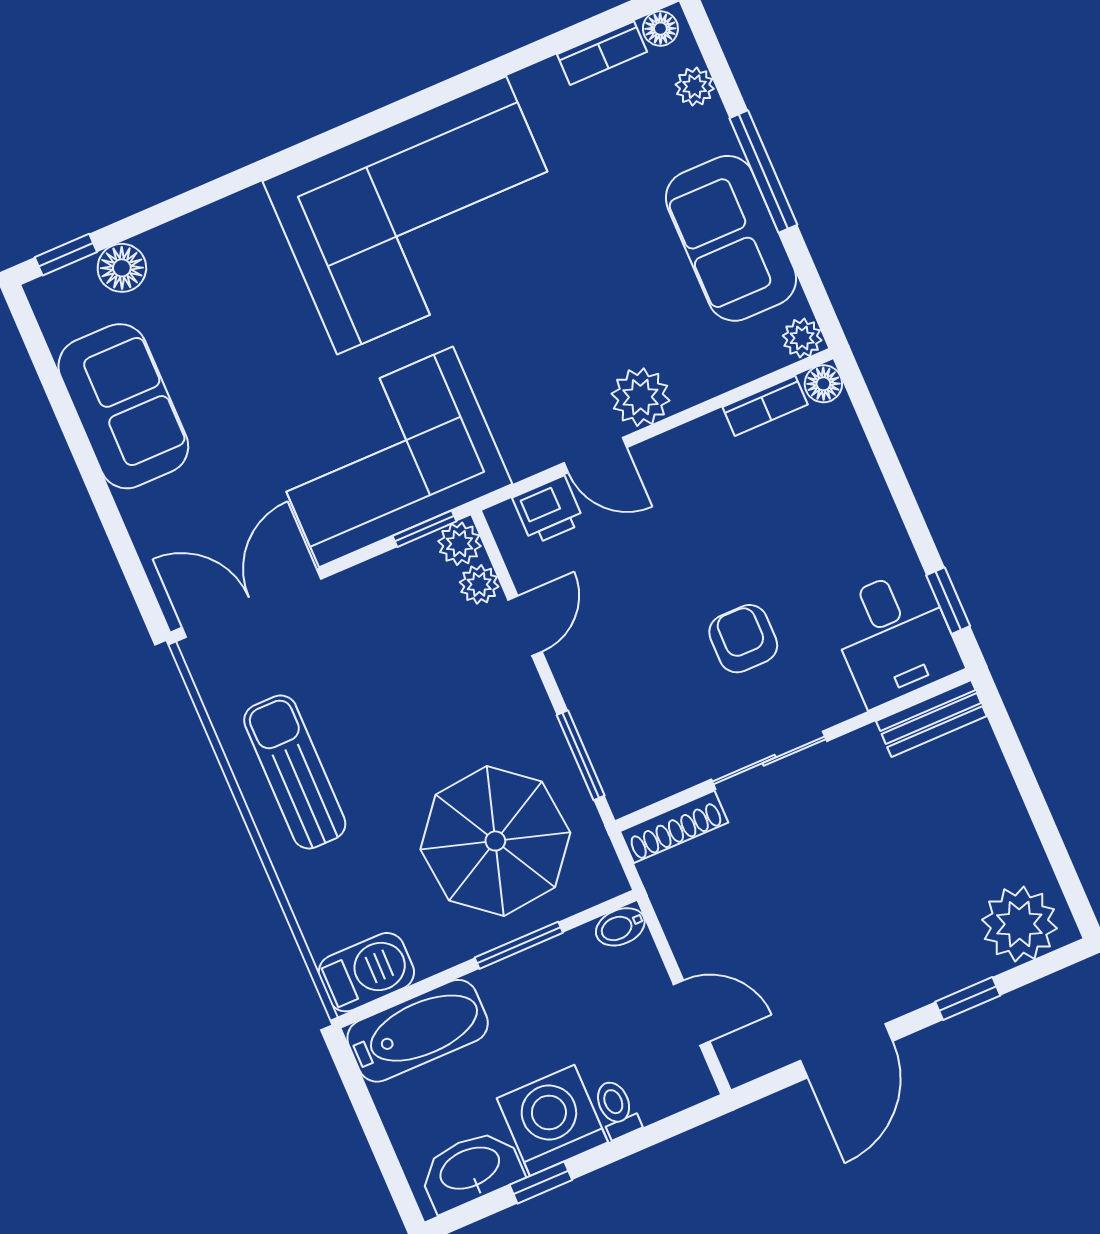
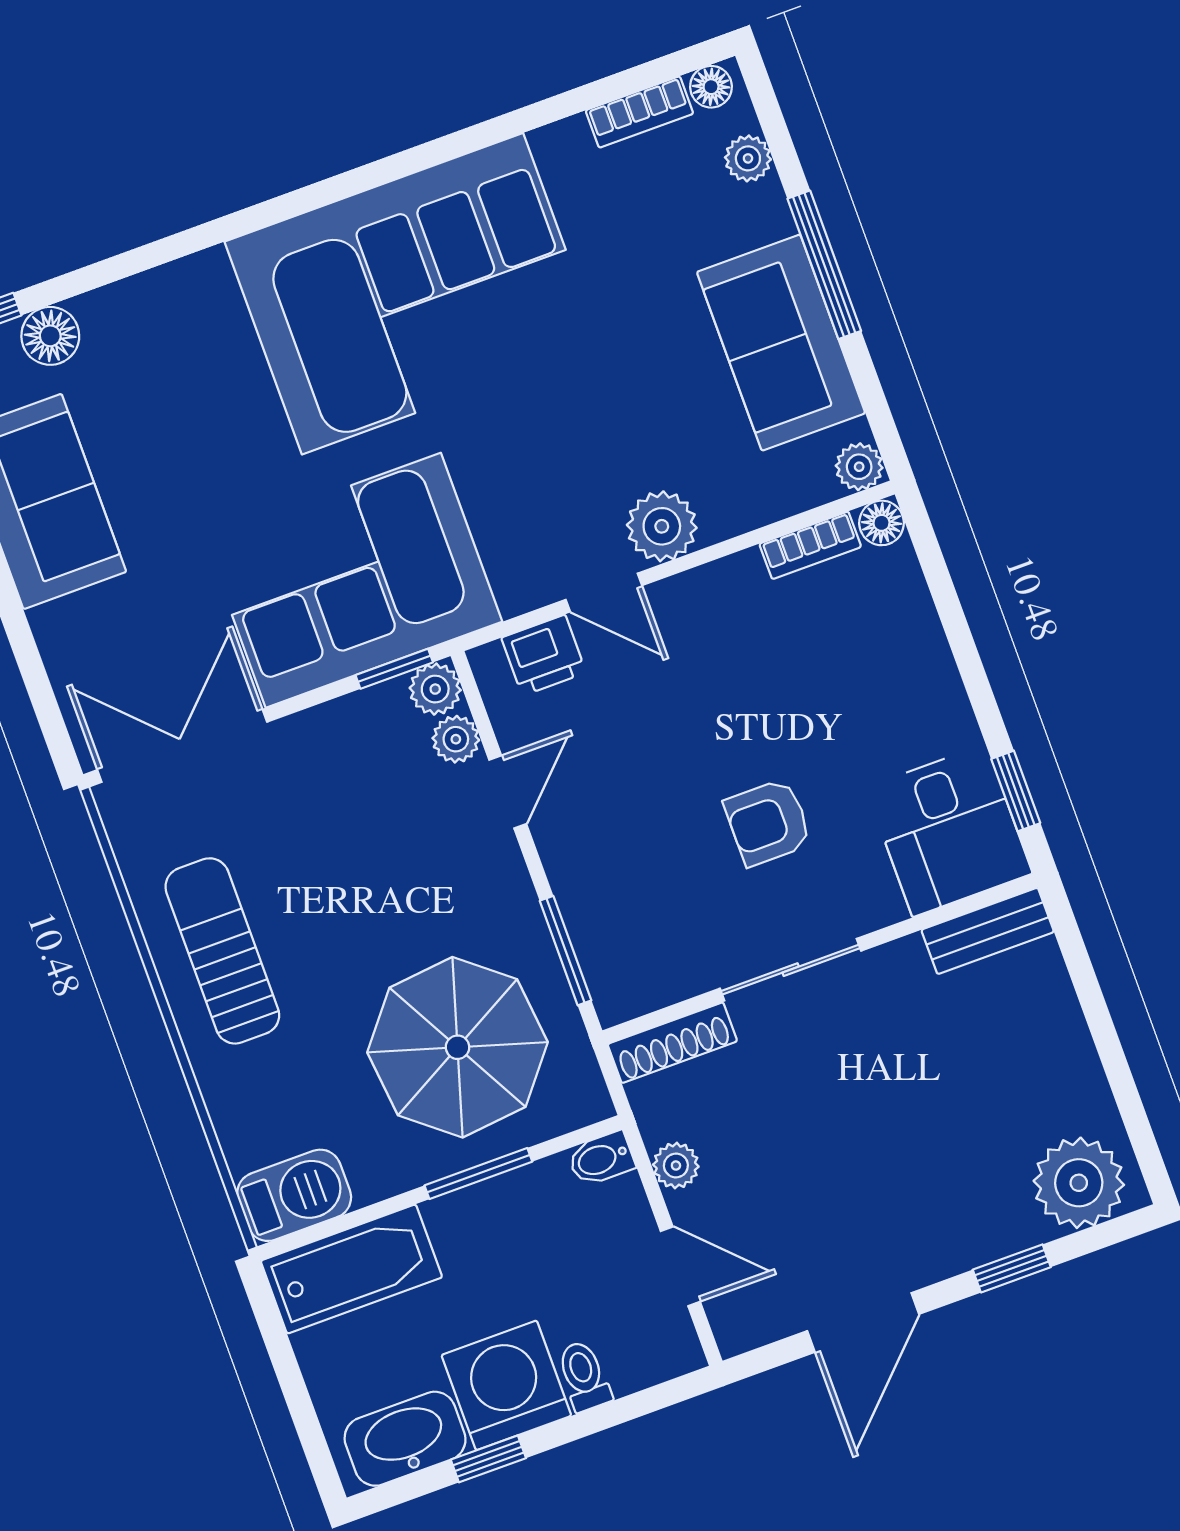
armchair: (743, 639) -> (768, 822), turned -90
plant: (683, 929) -> (676, 1166), added

